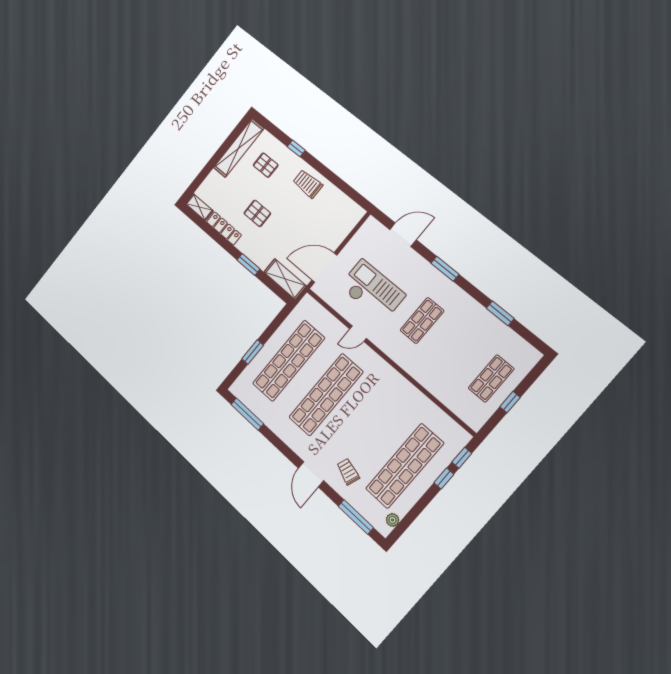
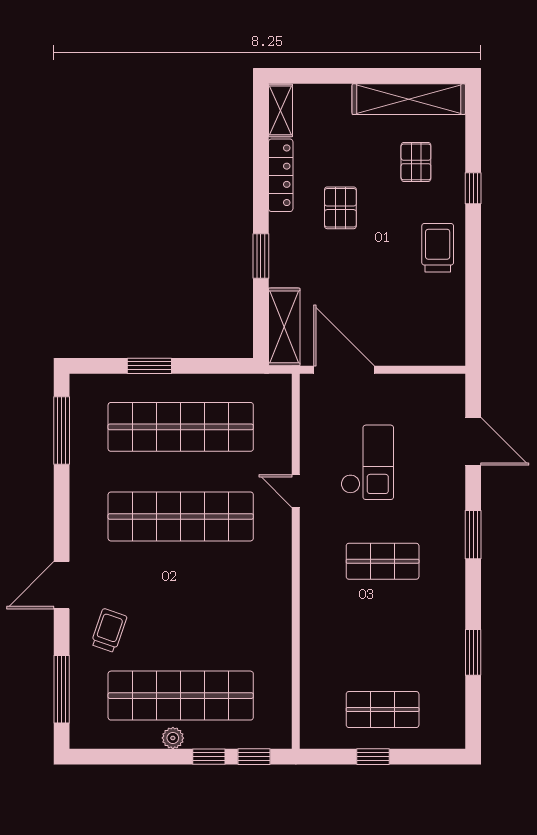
checkout: (372, 291) -> (367, 462), width x0.73, depth x0.83
plant: (393, 520) -> (173, 738), moved

